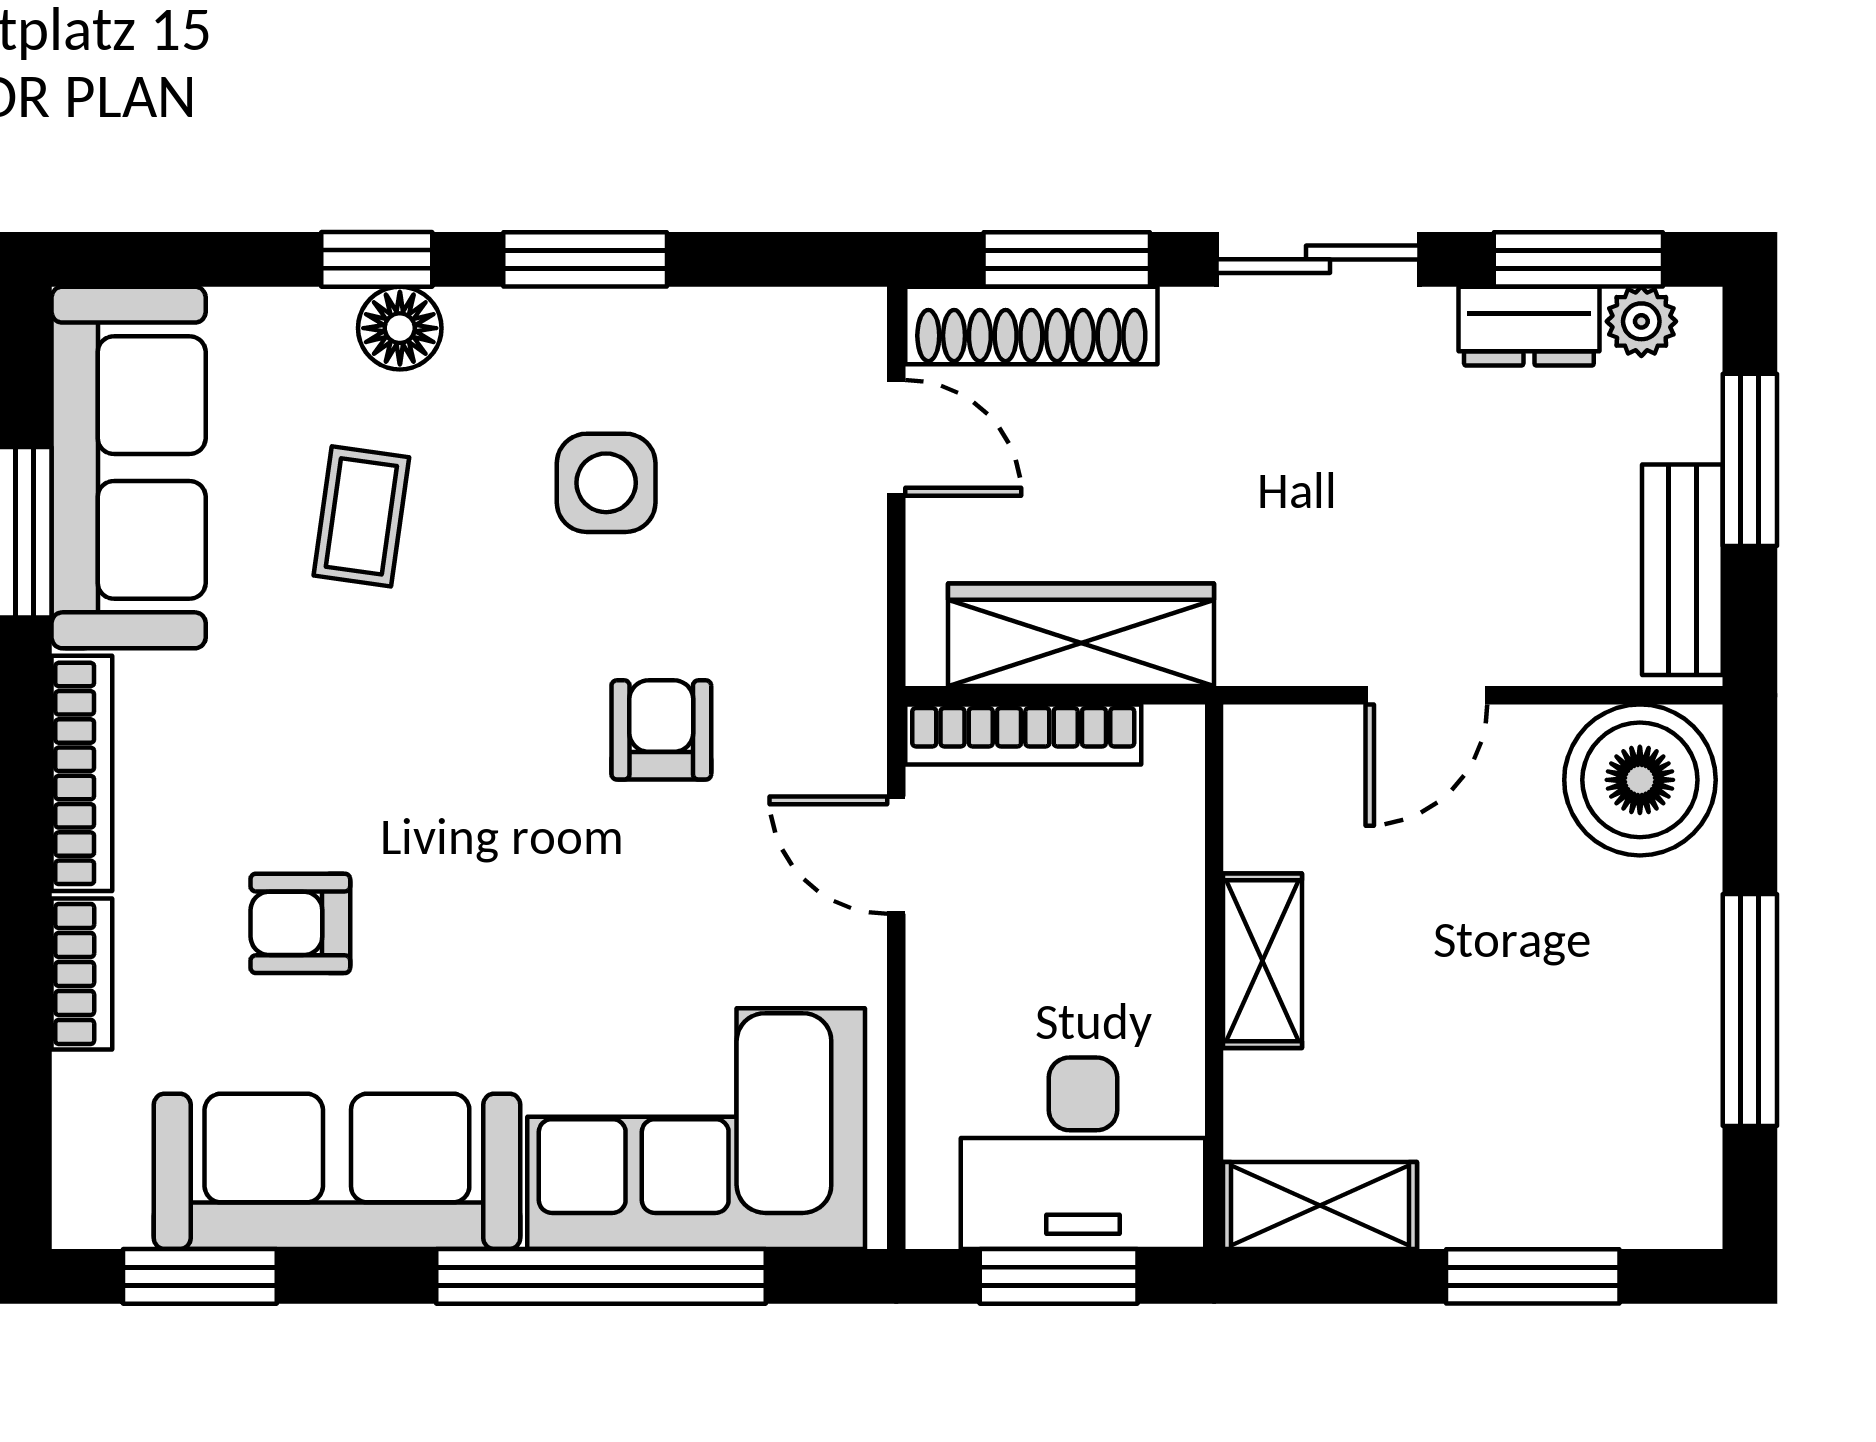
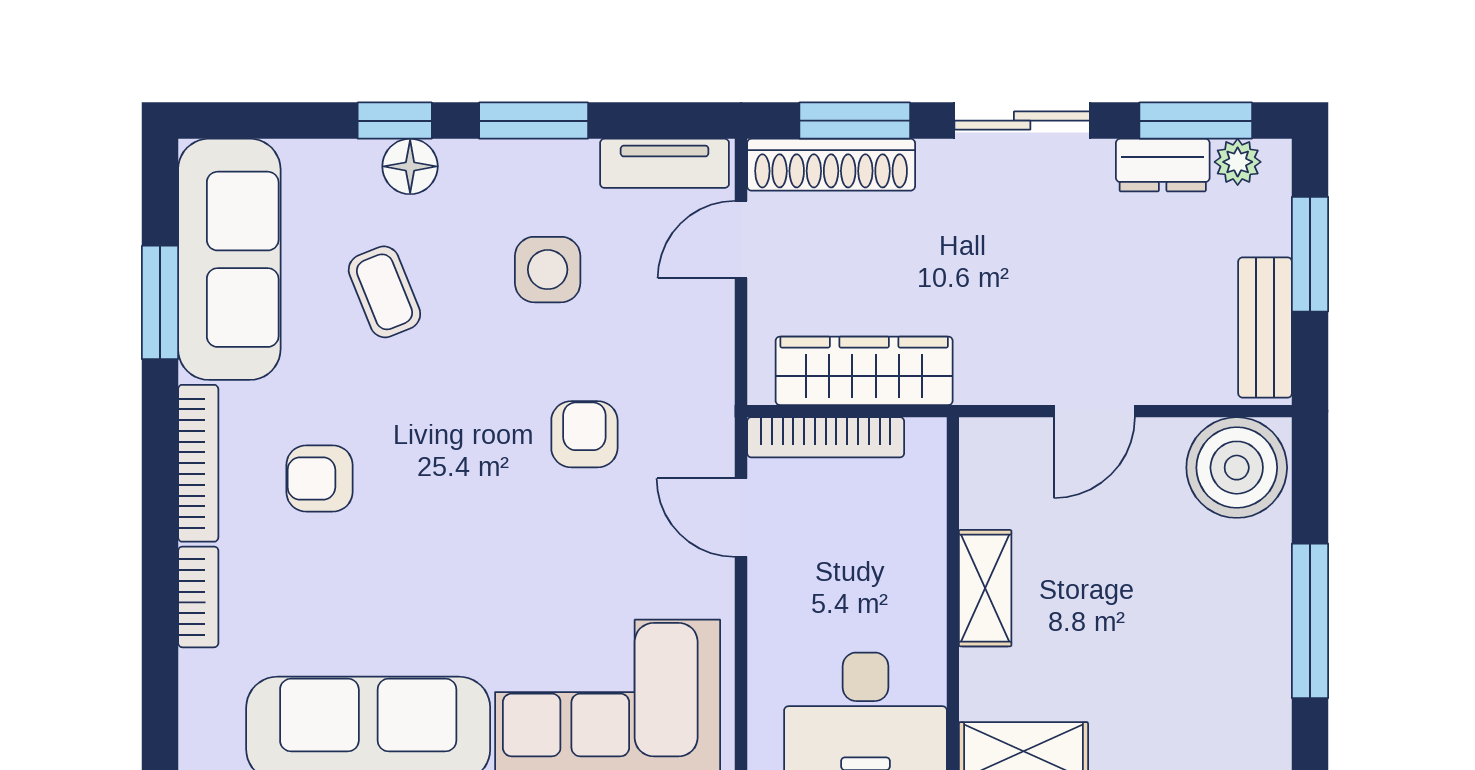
tv unit: (782, 323) -> (665, 163), added
door: (896, 438) -> (741, 240), swing flipped
coffee table: (361, 516) -> (384, 292), turned -30
armchair: (300, 923) -> (319, 478), moved

